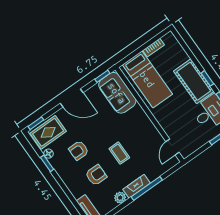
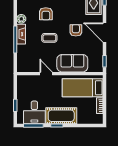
sofa: (117, 93) -> (72, 63), moved
door: (72, 98) -> (105, 33), hinge flipped
door: (172, 147) -> (46, 74), moved
armchair: (79, 150) -> (76, 30), moved

